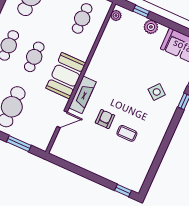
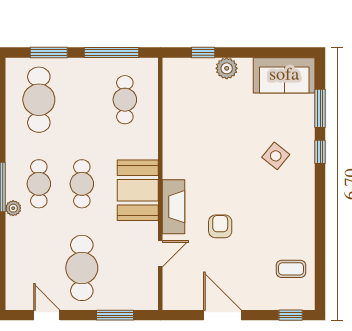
plant: (116, 16) -> (170, 74), removed
coffee table: (127, 133) -> (291, 269), moved
door: (83, 172) -> (222, 315), added

